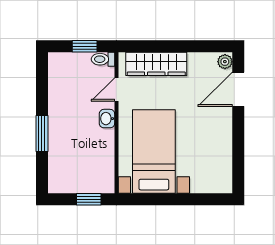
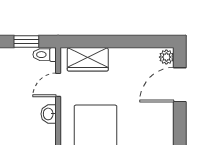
wardrobe: (156, 64) -> (88, 59), width x0.67

